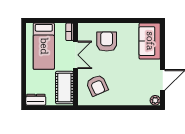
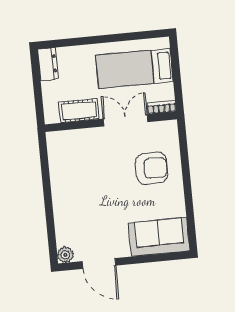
double door: (75, 55) -> (126, 120), swing flipped
armchair: (97, 85) -> (80, 160), removed
cot: (64, 88) -> (79, 111), width x0.73, depth x0.75

